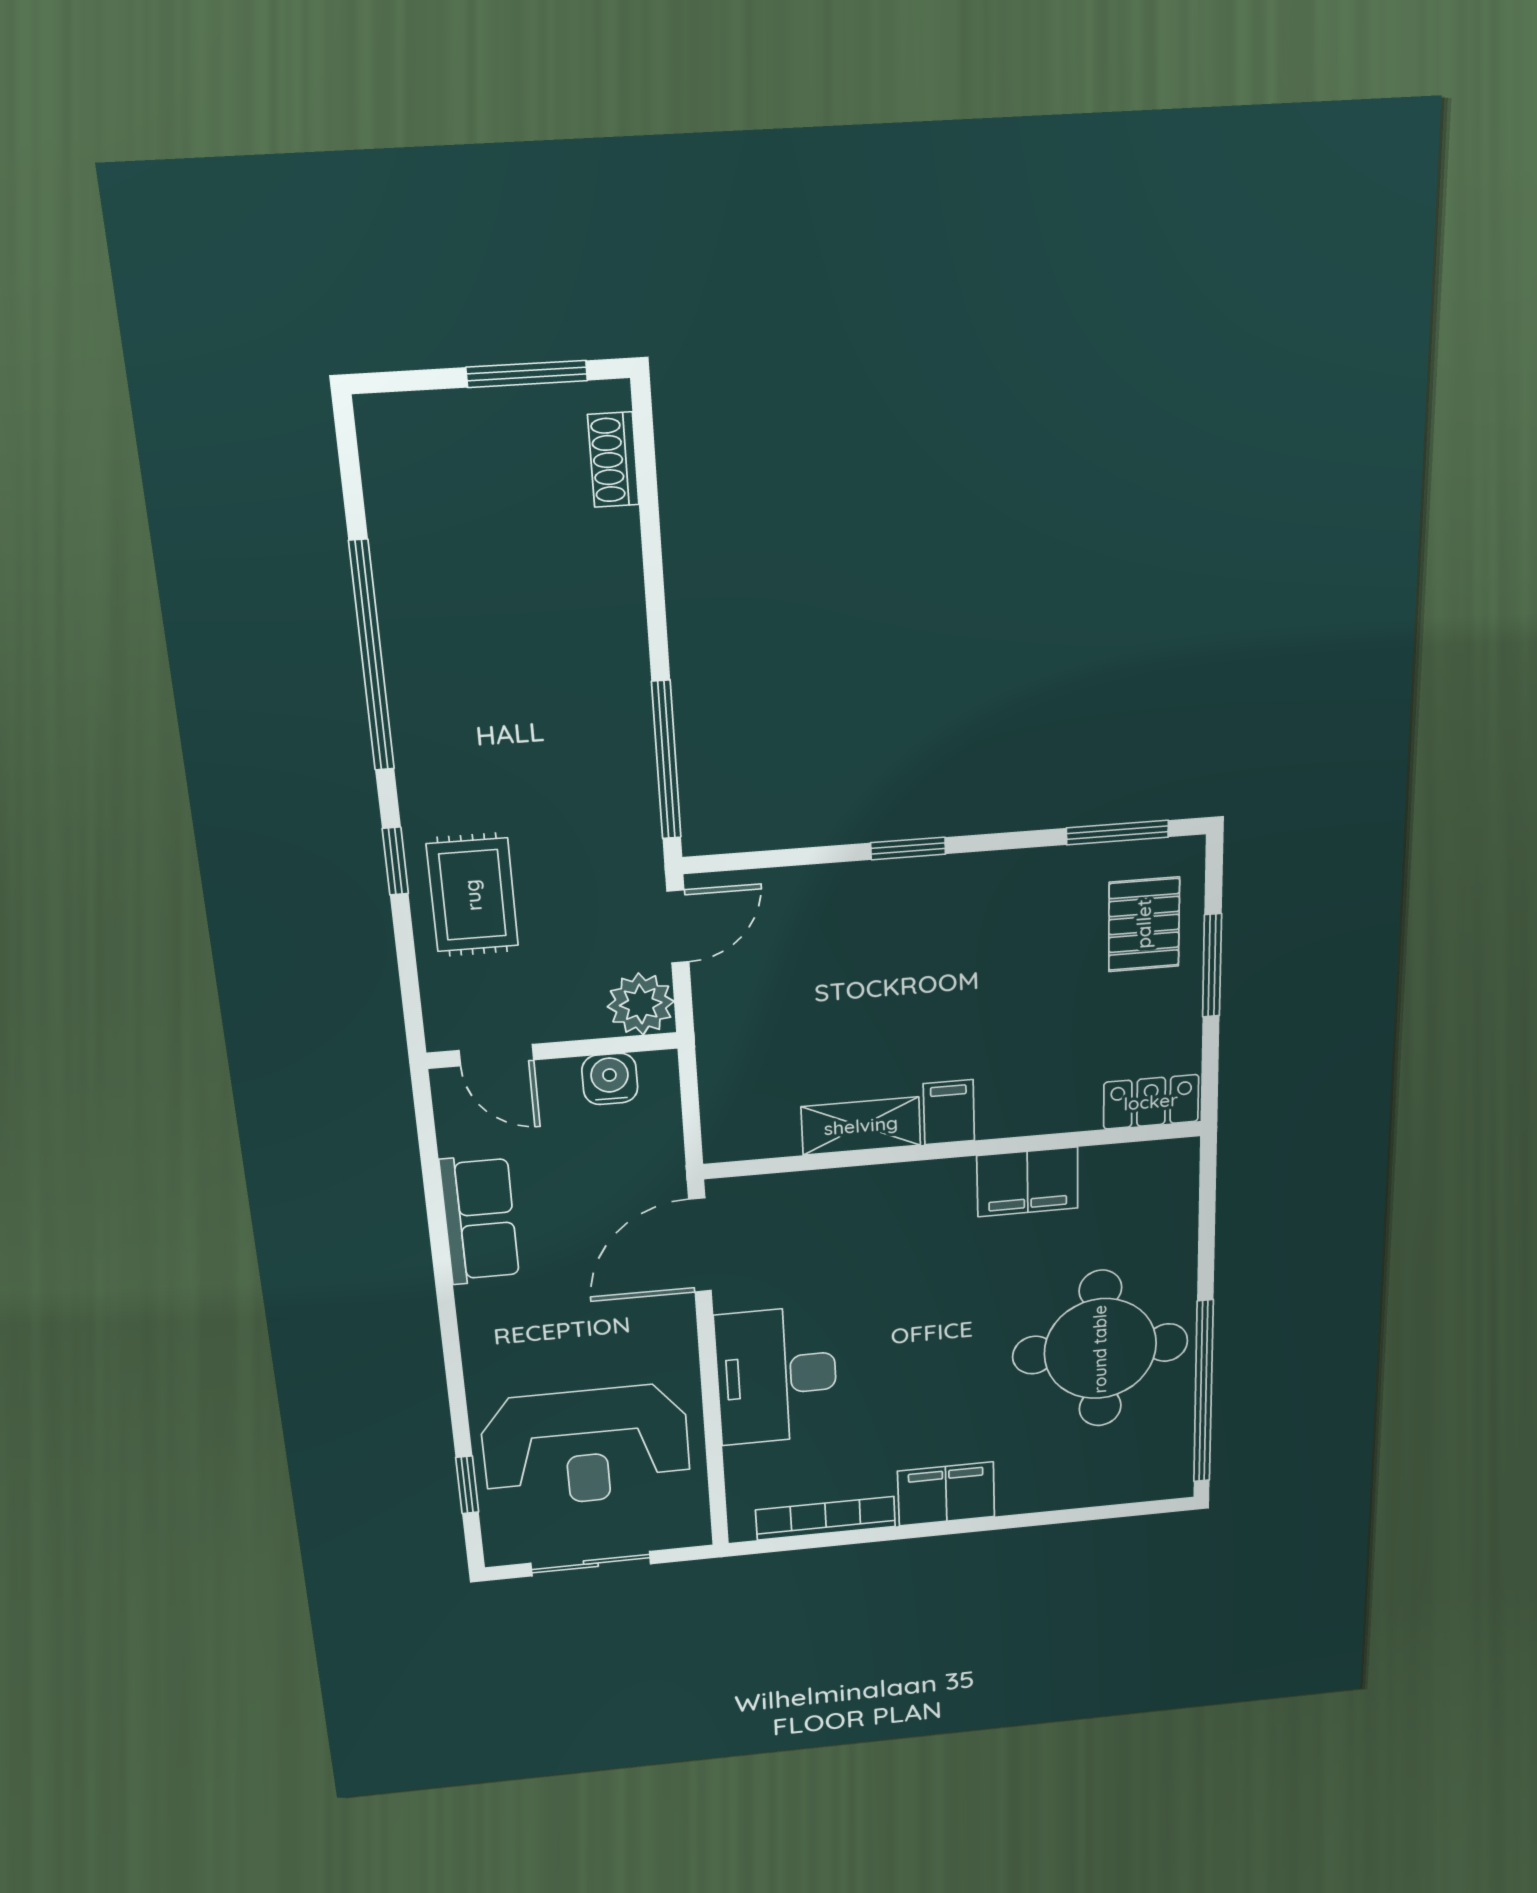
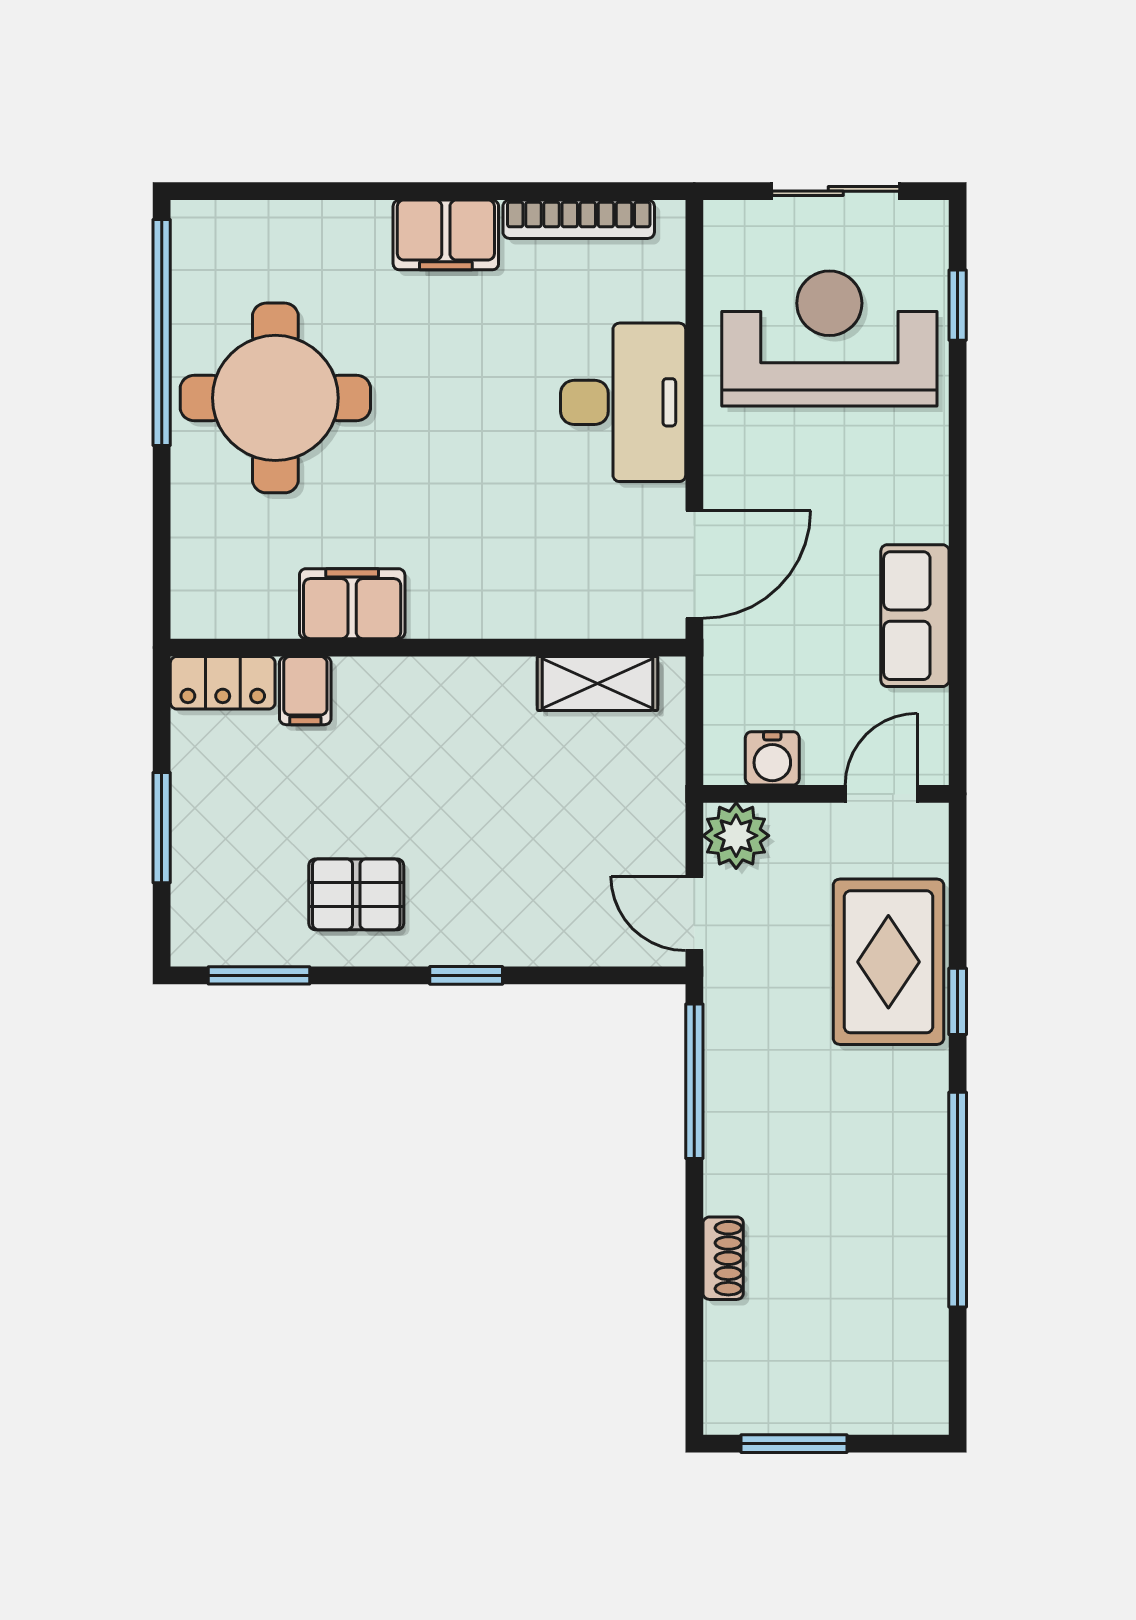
shoe rack: (613, 460) -> (723, 1258), moved
rug: (473, 895) -> (888, 962), width x1.36, depth x1.43
pallet: (1144, 924) -> (356, 894), moved, turned 90
door: (678, 927) -> (694, 913), hinge flipped
door: (496, 1055) -> (881, 794), hinge flipped
filing cabinet: (949, 1112) -> (305, 691), moved
shelving: (861, 1126) -> (597, 683), moved

